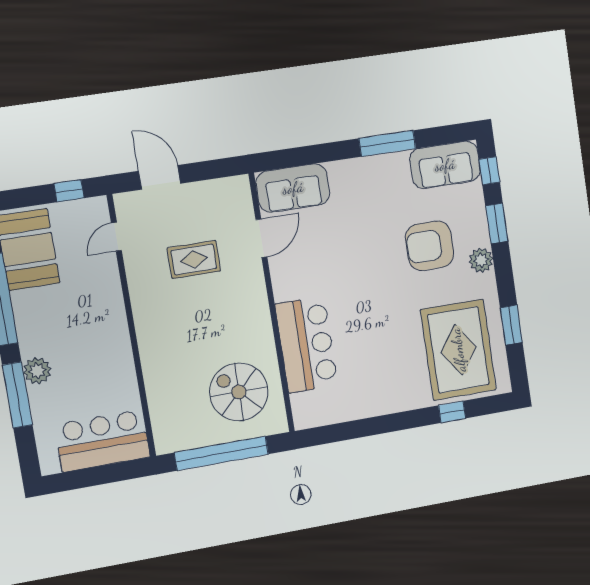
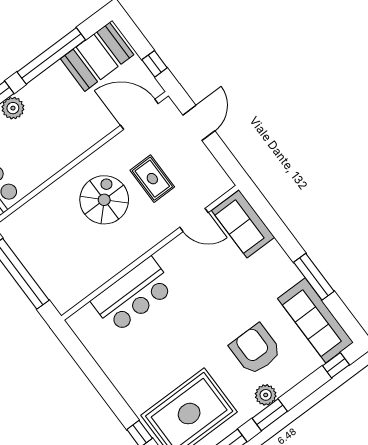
sofa: (445, 165) -> (315, 320), width x1.36
window: (497, 223) -> (270, 415), moved
door: (116, 237) -> (139, 114), width x1.88
spiral stairs: (239, 392) -> (104, 200), moved

